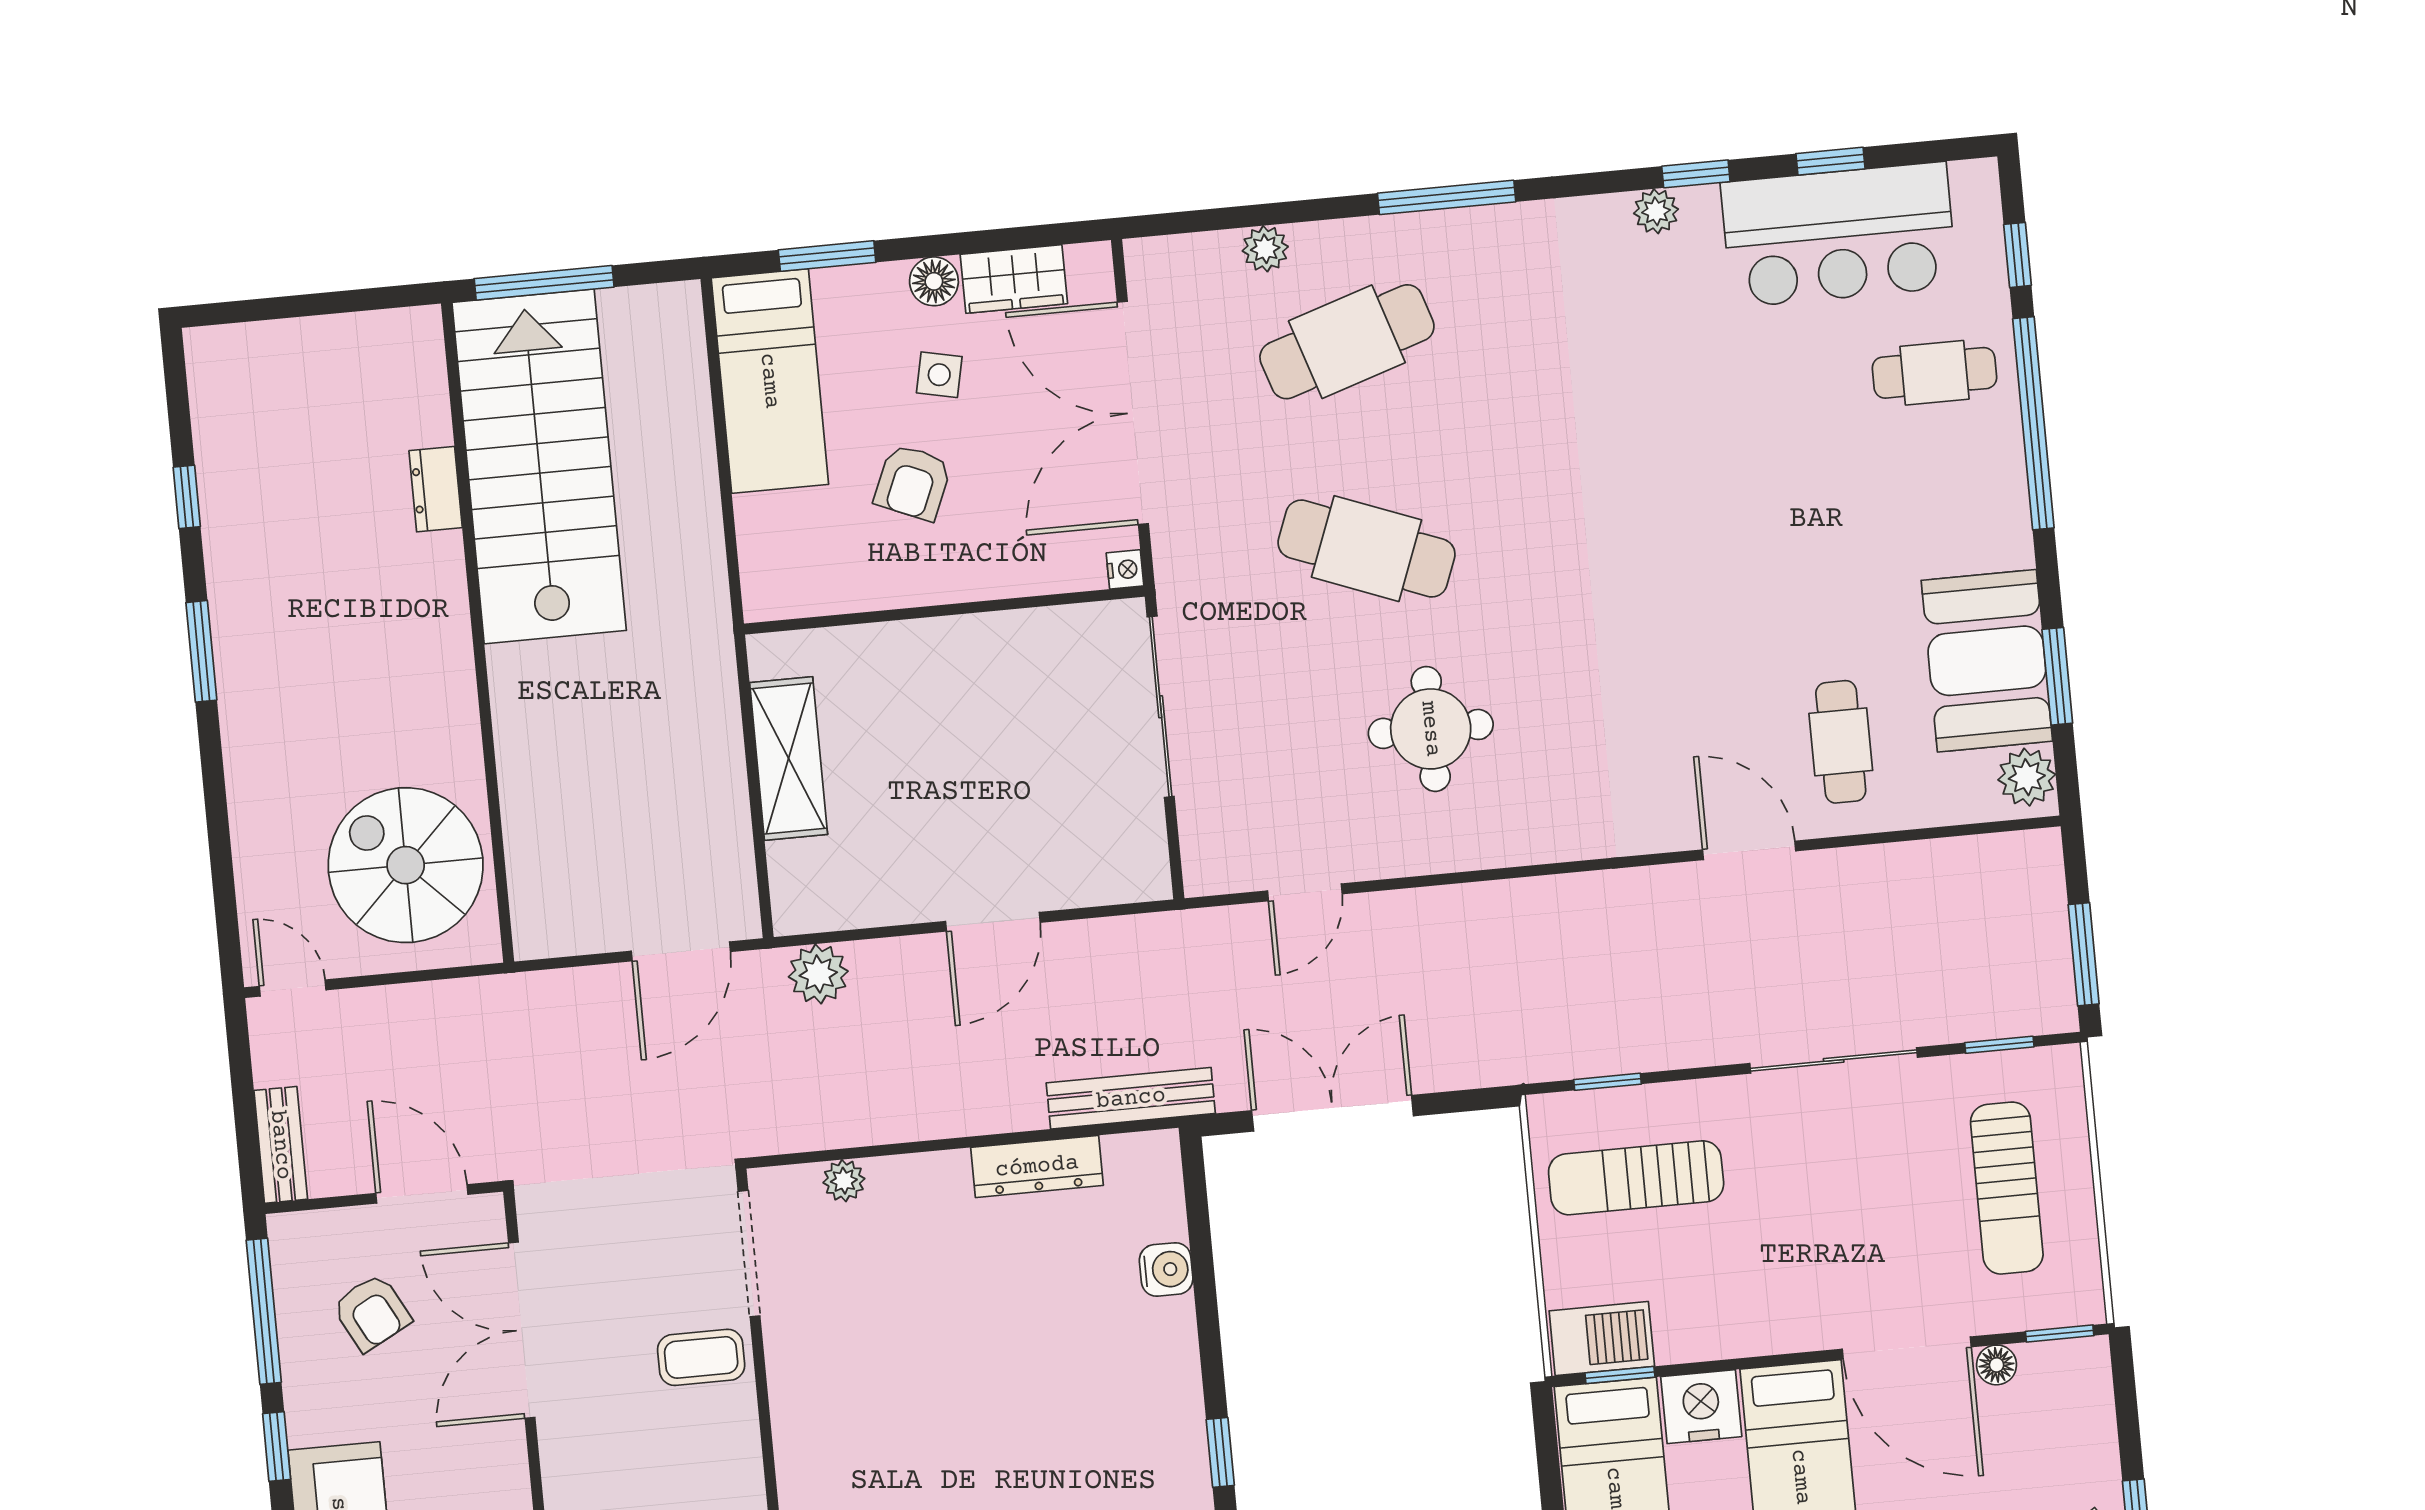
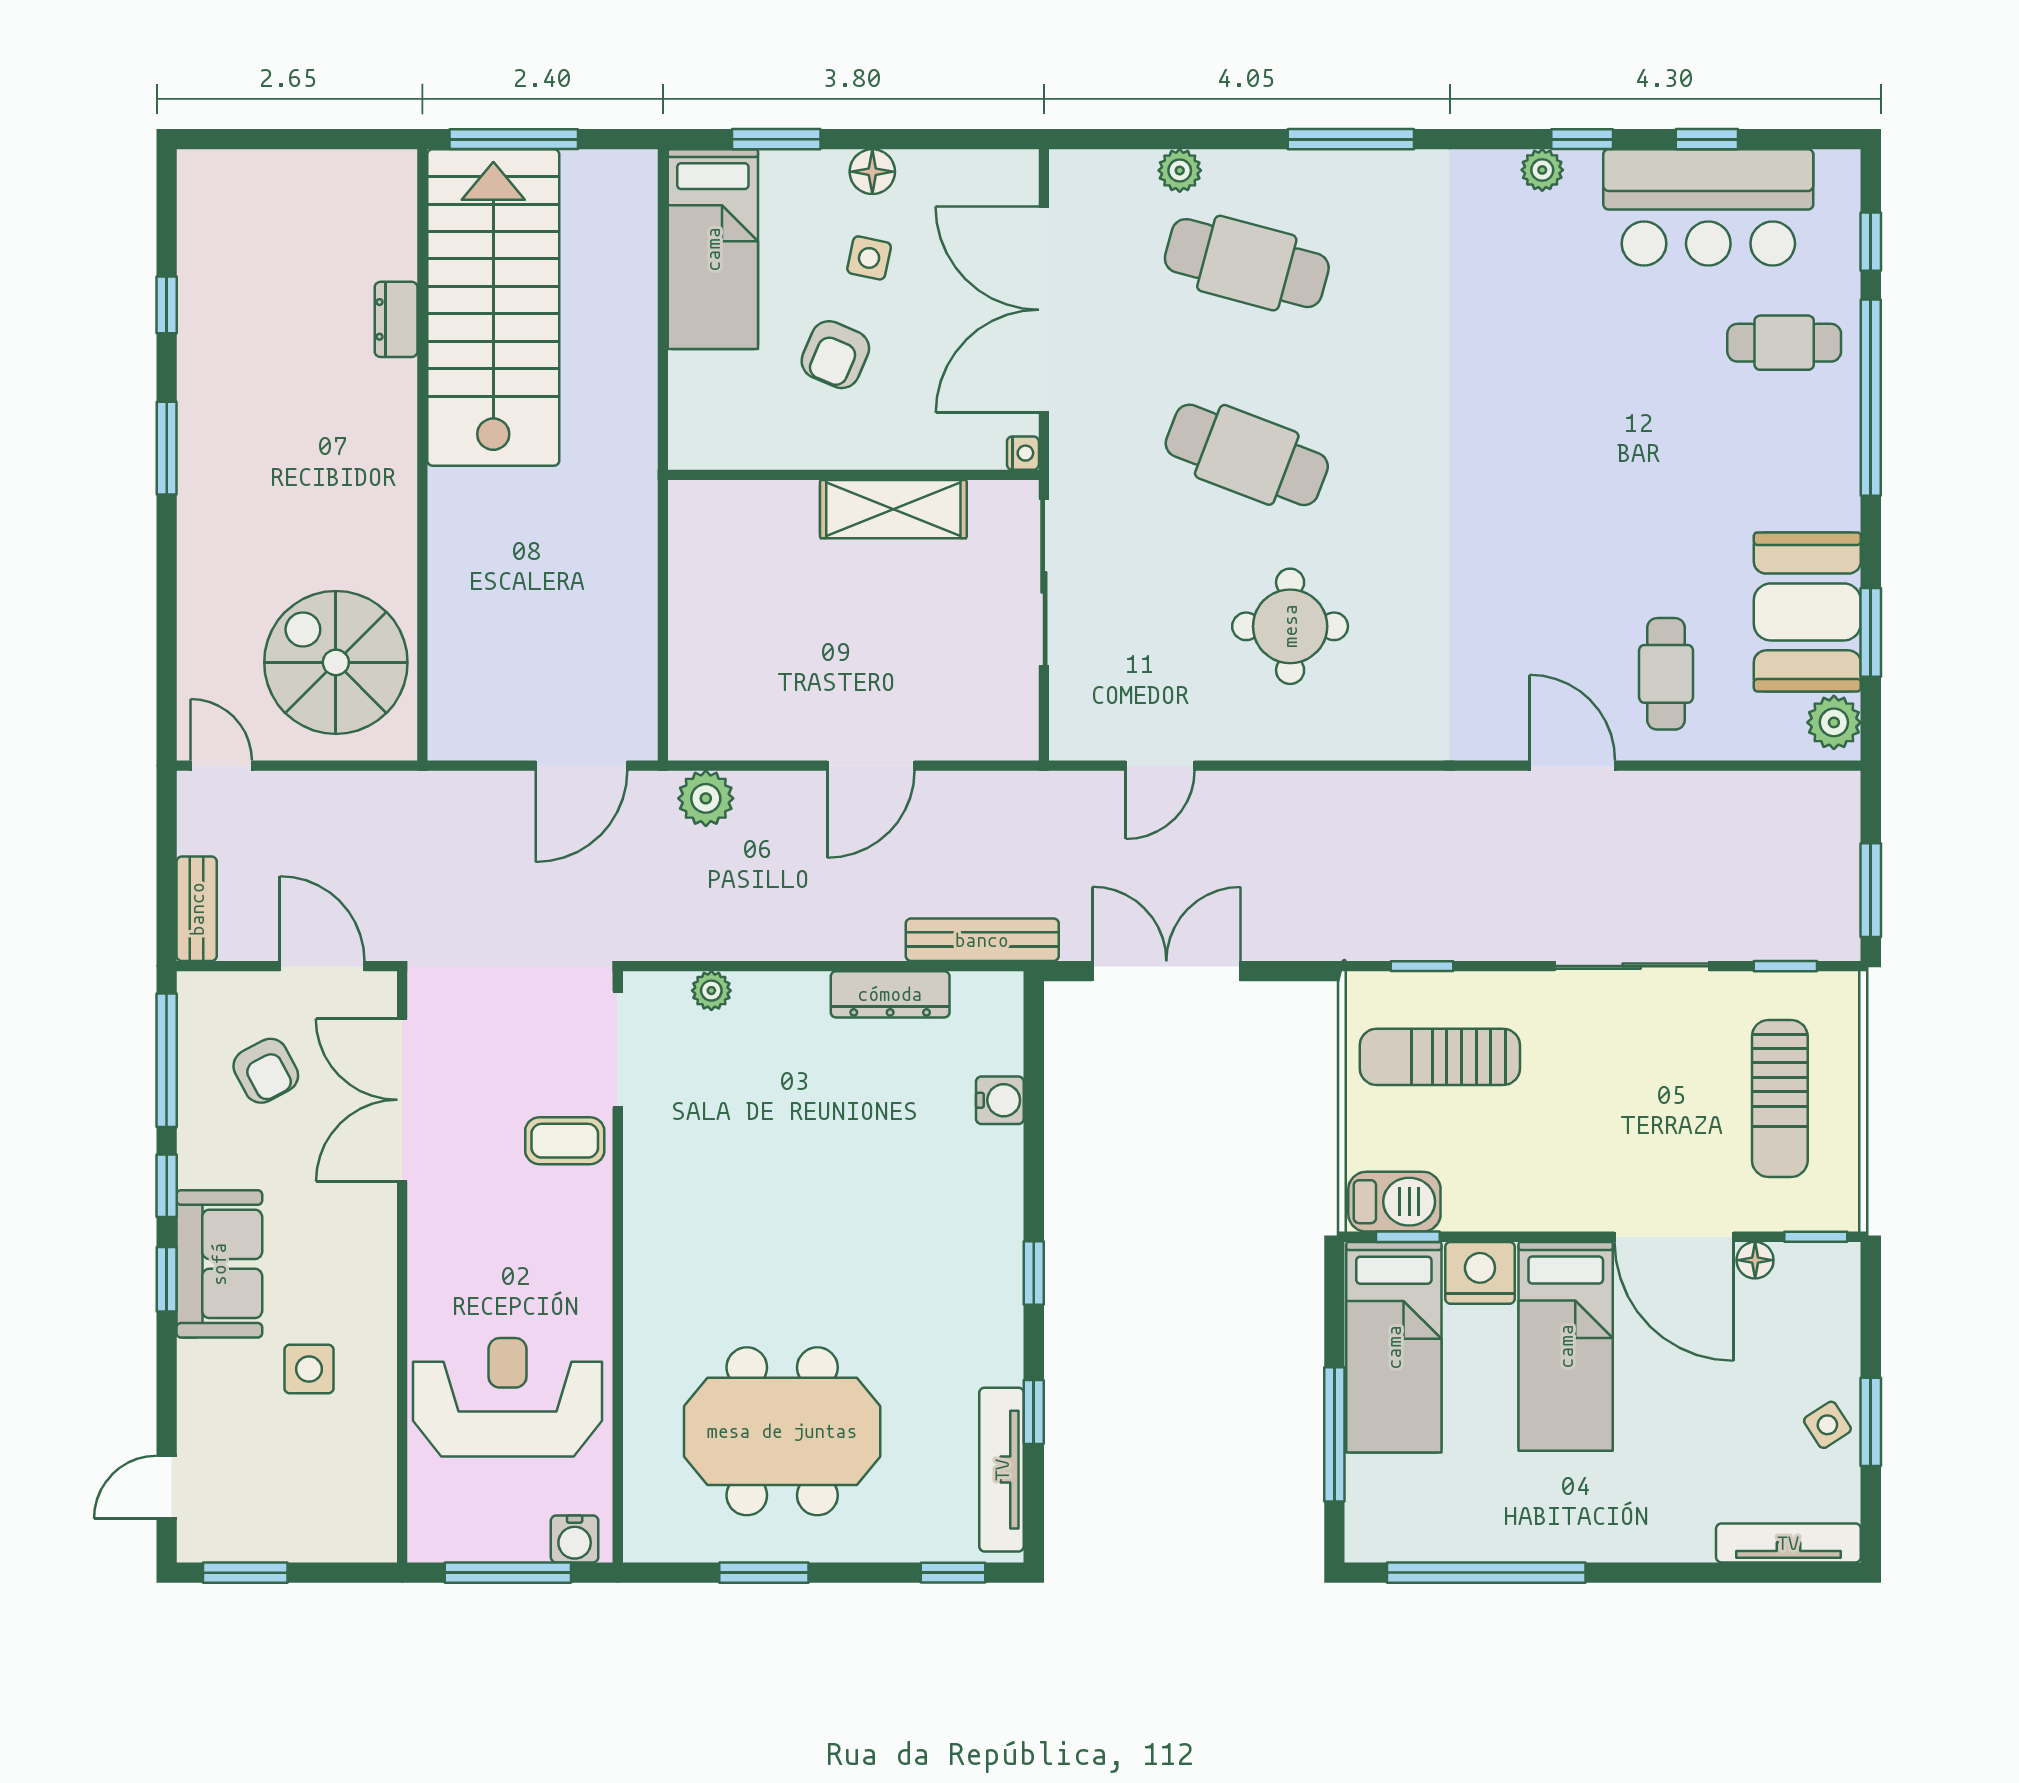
wardrobe: (1014, 279) -> (946, 176), removed
cafe table: (1347, 342) -> (1247, 263), turned 33
shelving: (789, 759) -> (893, 509), moved, turned 90

